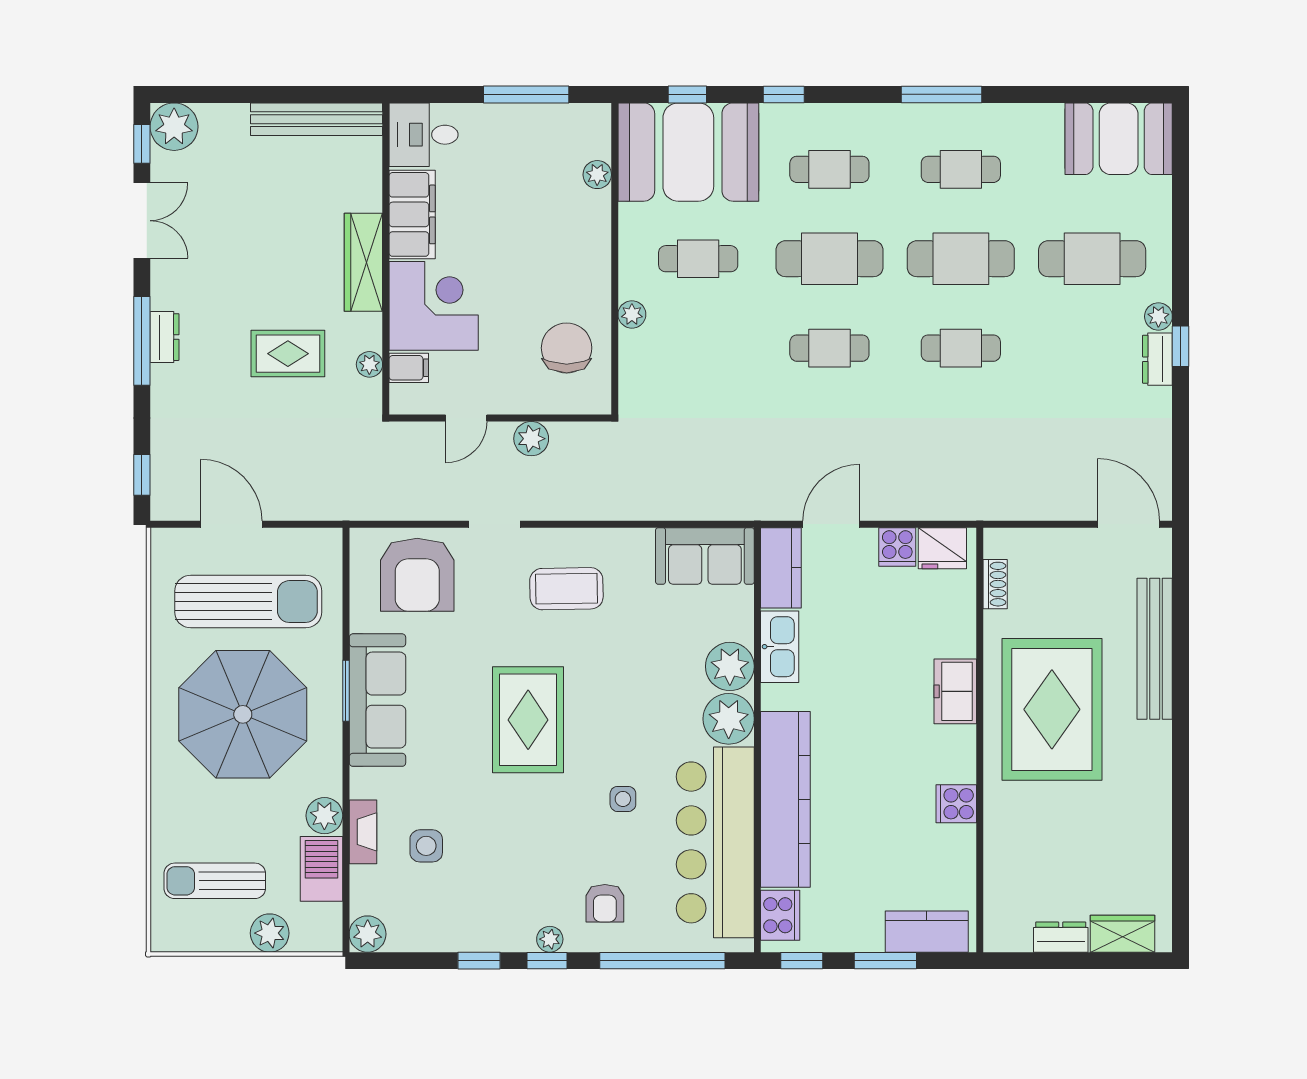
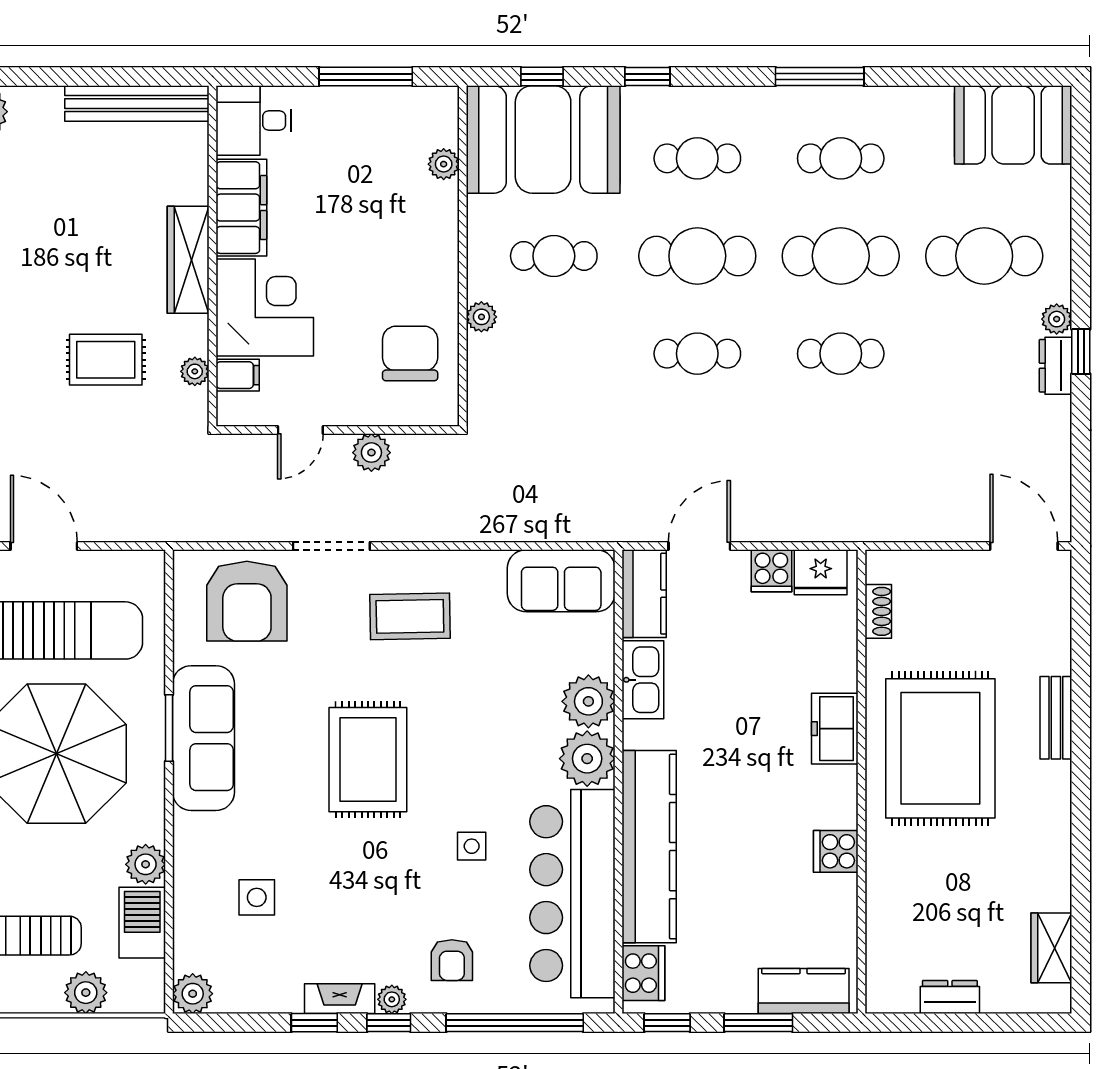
doorway: (494, 524) -> (331, 546), width x1.38
bench: (1155, 649) -> (1056, 718), width x0.54, depth x0.82
fireplace: (363, 832) -> (340, 999), moved, turned -90
wardrobe: (1122, 934) -> (1051, 948), moved, turned -90

